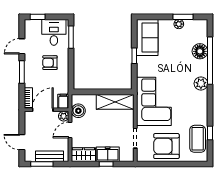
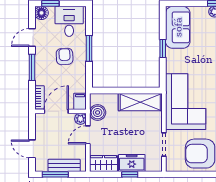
floor lamp: (30, 25) -> (41, 13), added
window: (71, 37) -> (89, 48), moved
armchair: (50, 63) -> (65, 57), turned 87

